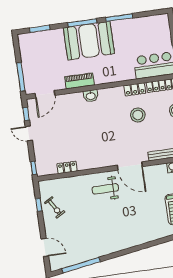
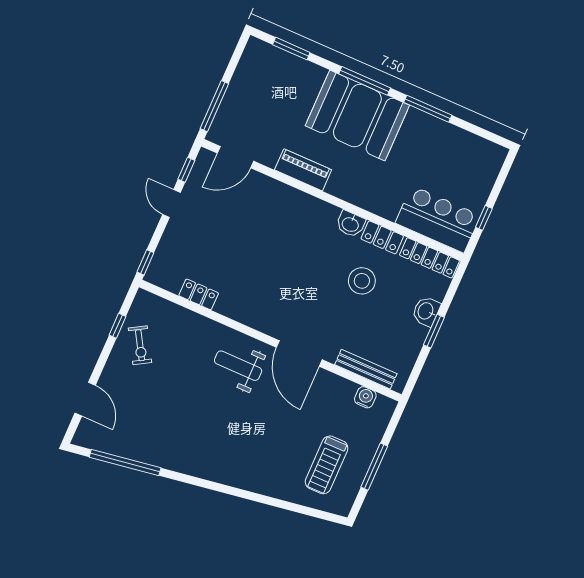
washbasin: (91, 96) -> (351, 224), moved

